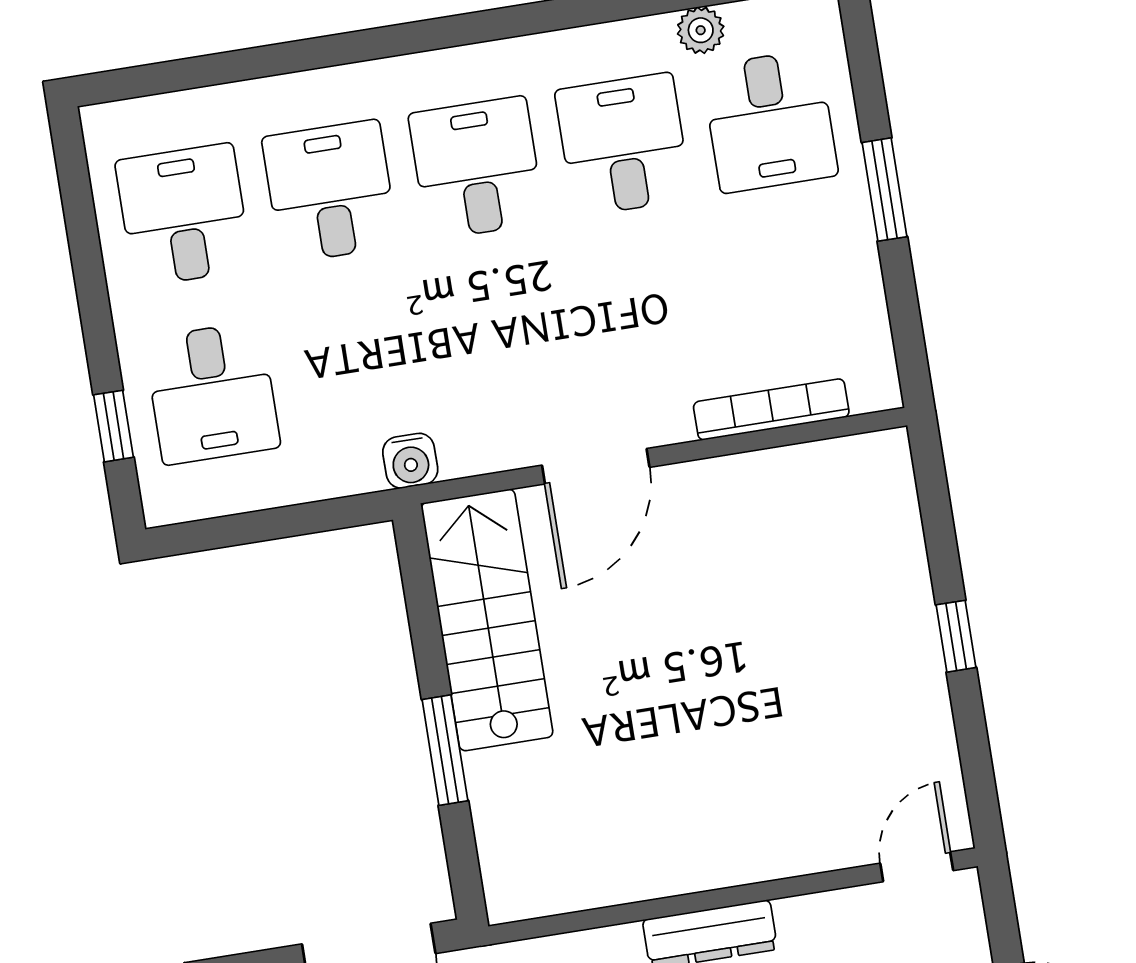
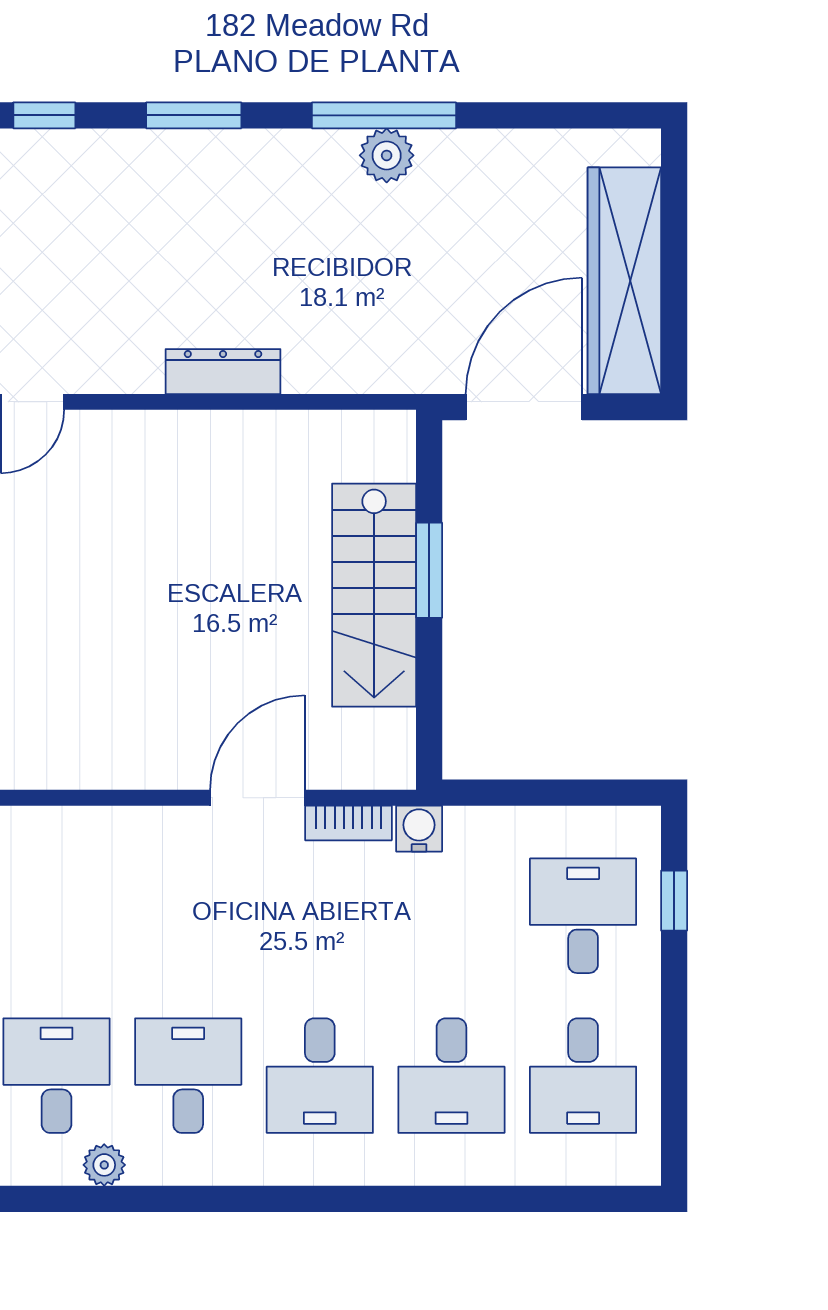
desk: (623, 145) -> (188, 1076), turned 180
bookcase: (771, 409) -> (348, 823), moved, width x0.64
stairs: (487, 620) -> (374, 595), moved

